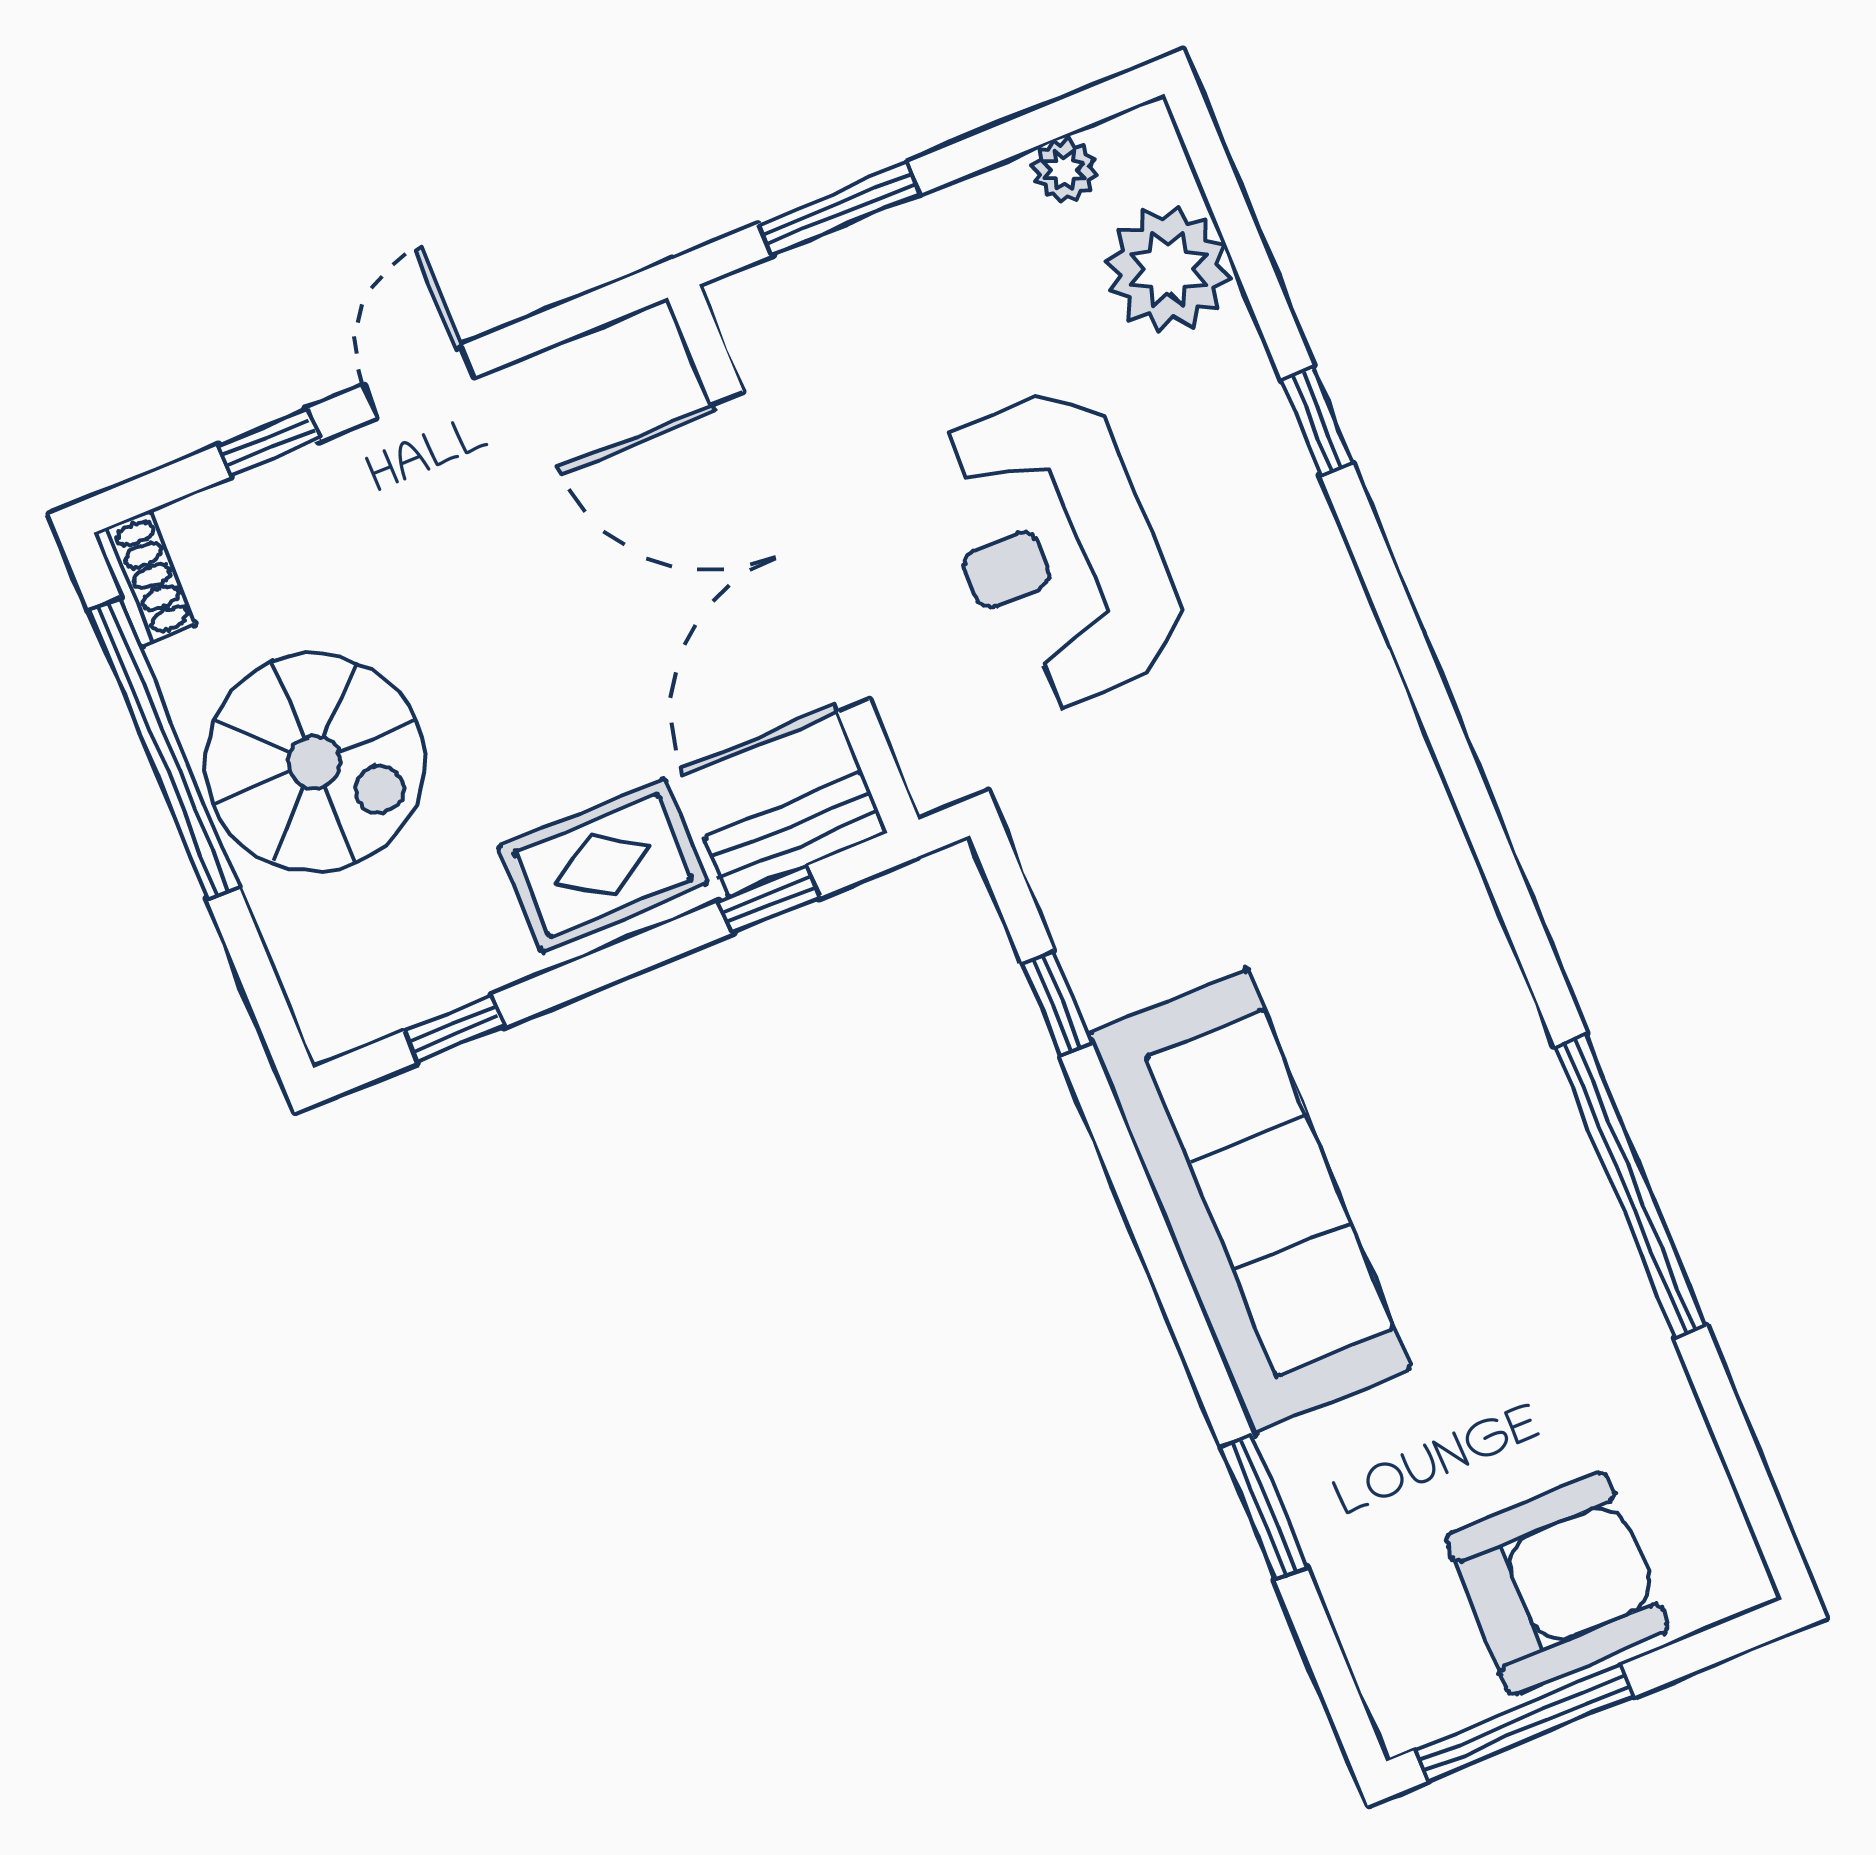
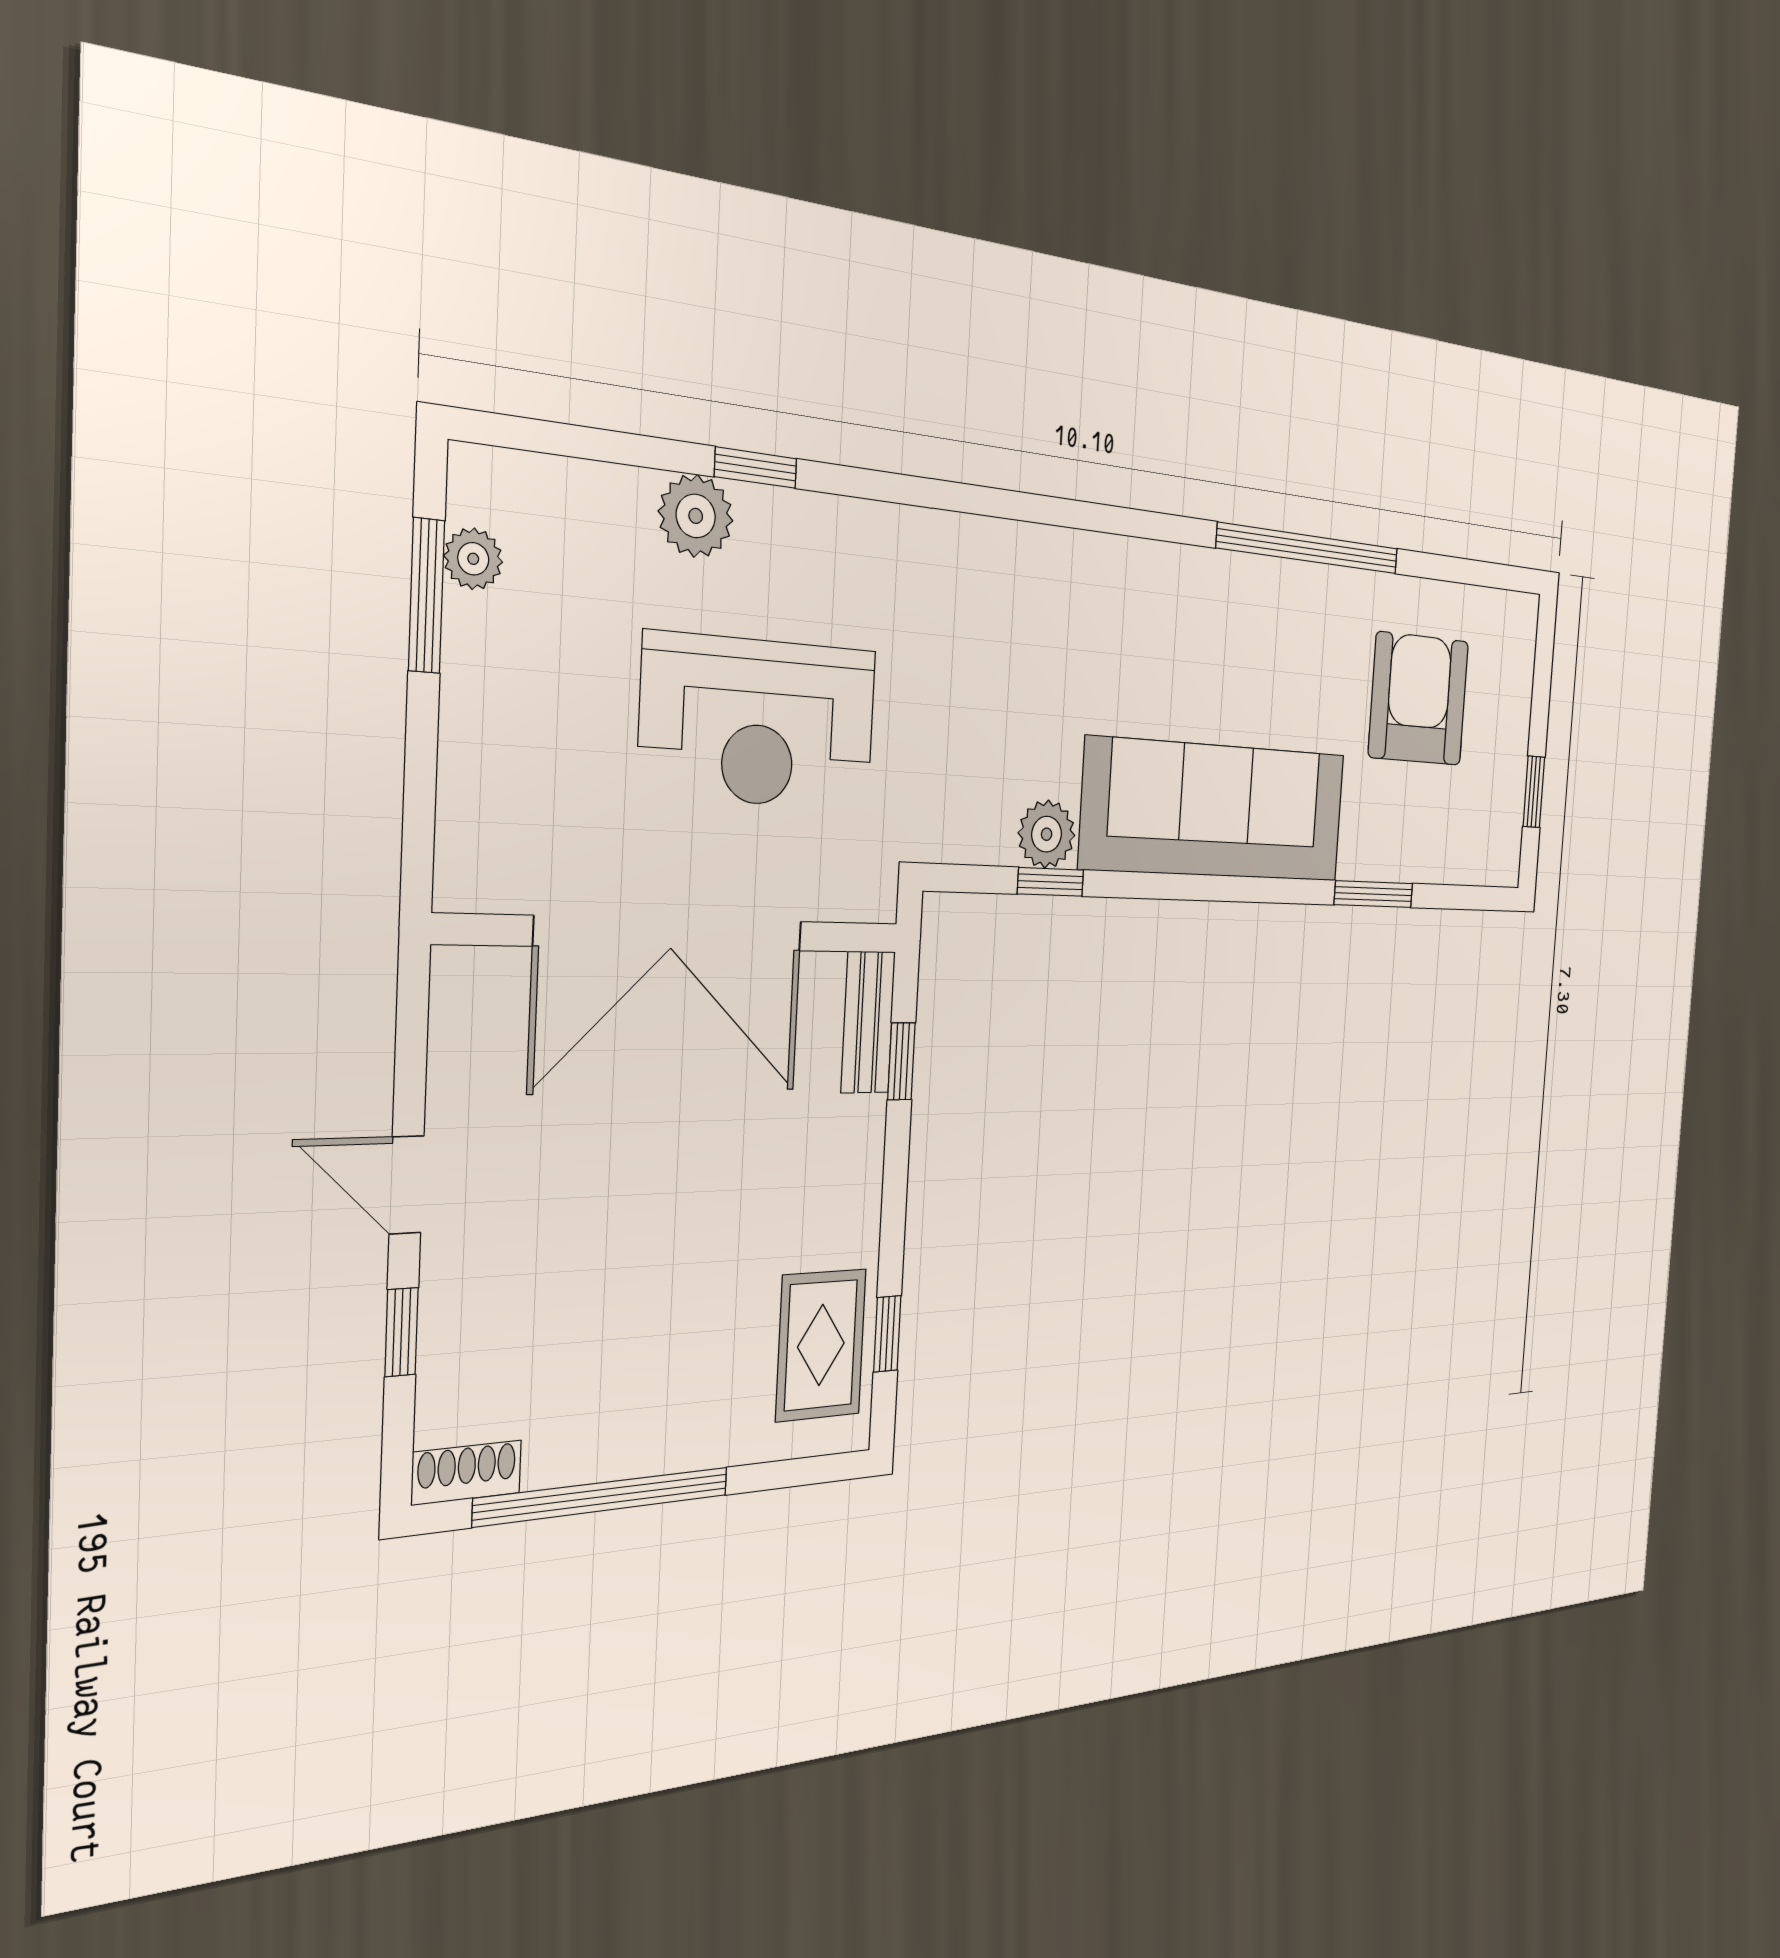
window: (839, 209) -> (426, 596), moved
plant: (1168, 269) -> (696, 516), moved, width x0.73, depth x0.73
spiral stairs: (314, 762) -> (663, 1378), removed
rug: (603, 865) -> (821, 1345), moved
plant: (1109, 971) -> (1047, 834), added
armchair: (1557, 1583) -> (1419, 699), moved
window: (1524, 1723) -> (1534, 792), width x0.46

